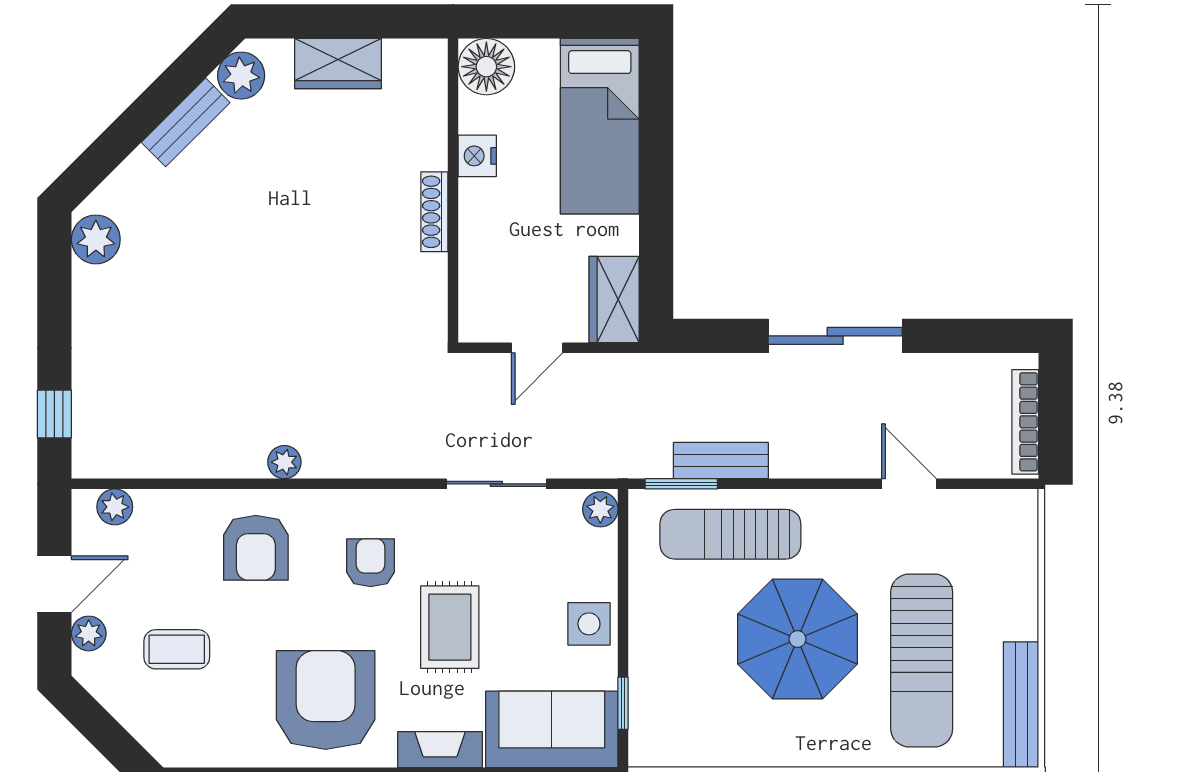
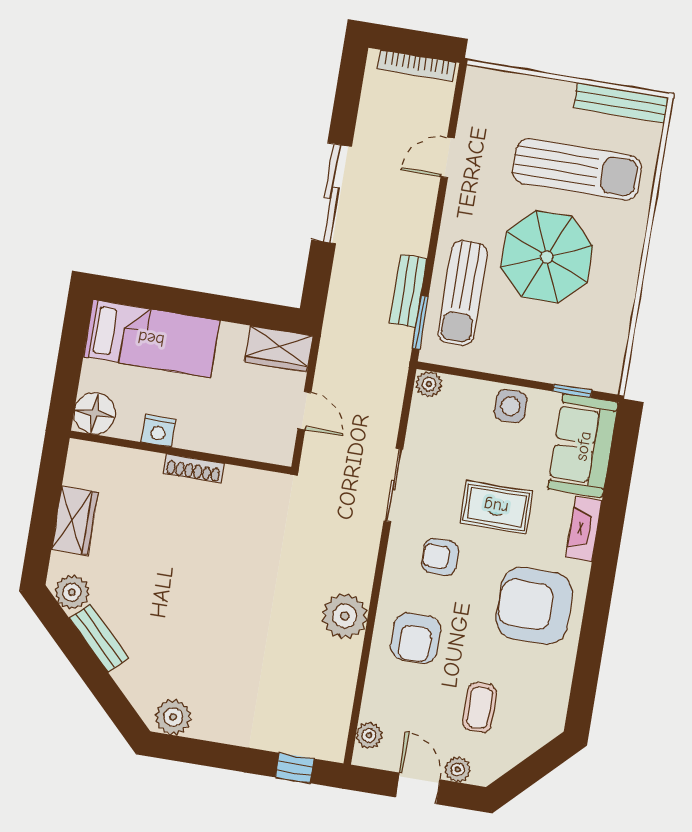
plant: (284, 462) -> (345, 616), width x1.88, depth x1.88
sliding door: (496, 484) -> (393, 485), moved
armchair: (256, 548) -> (416, 638), turned 90

